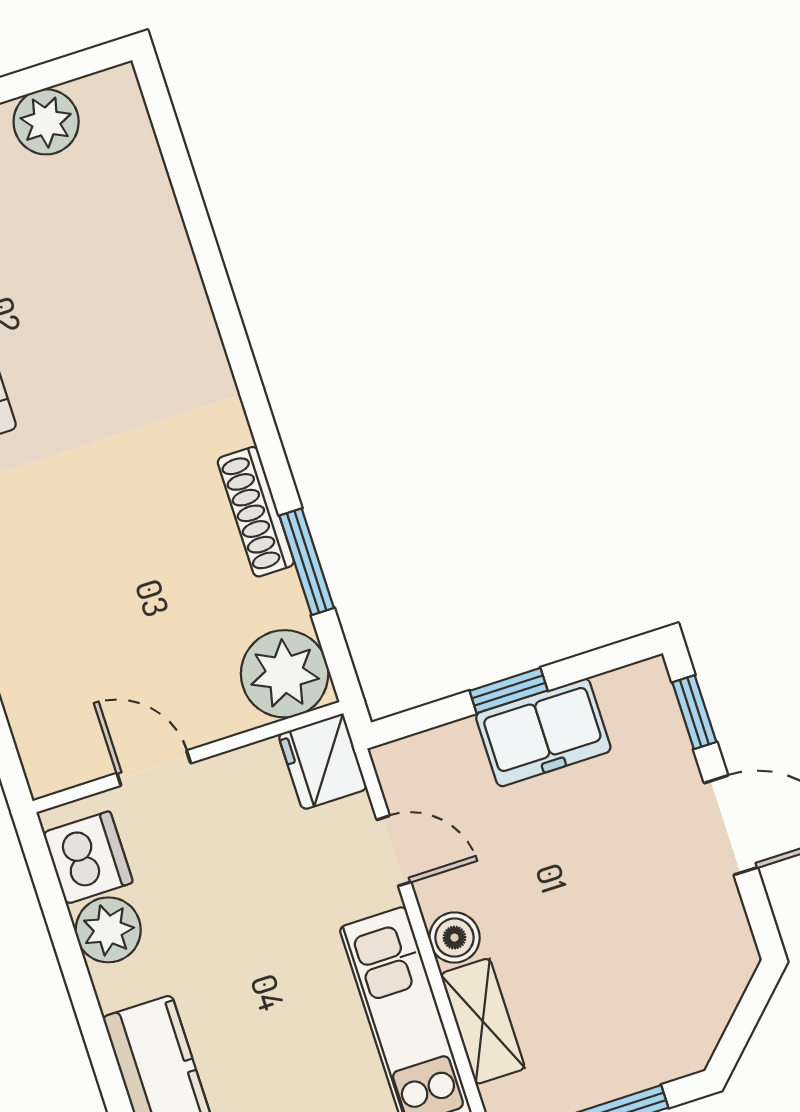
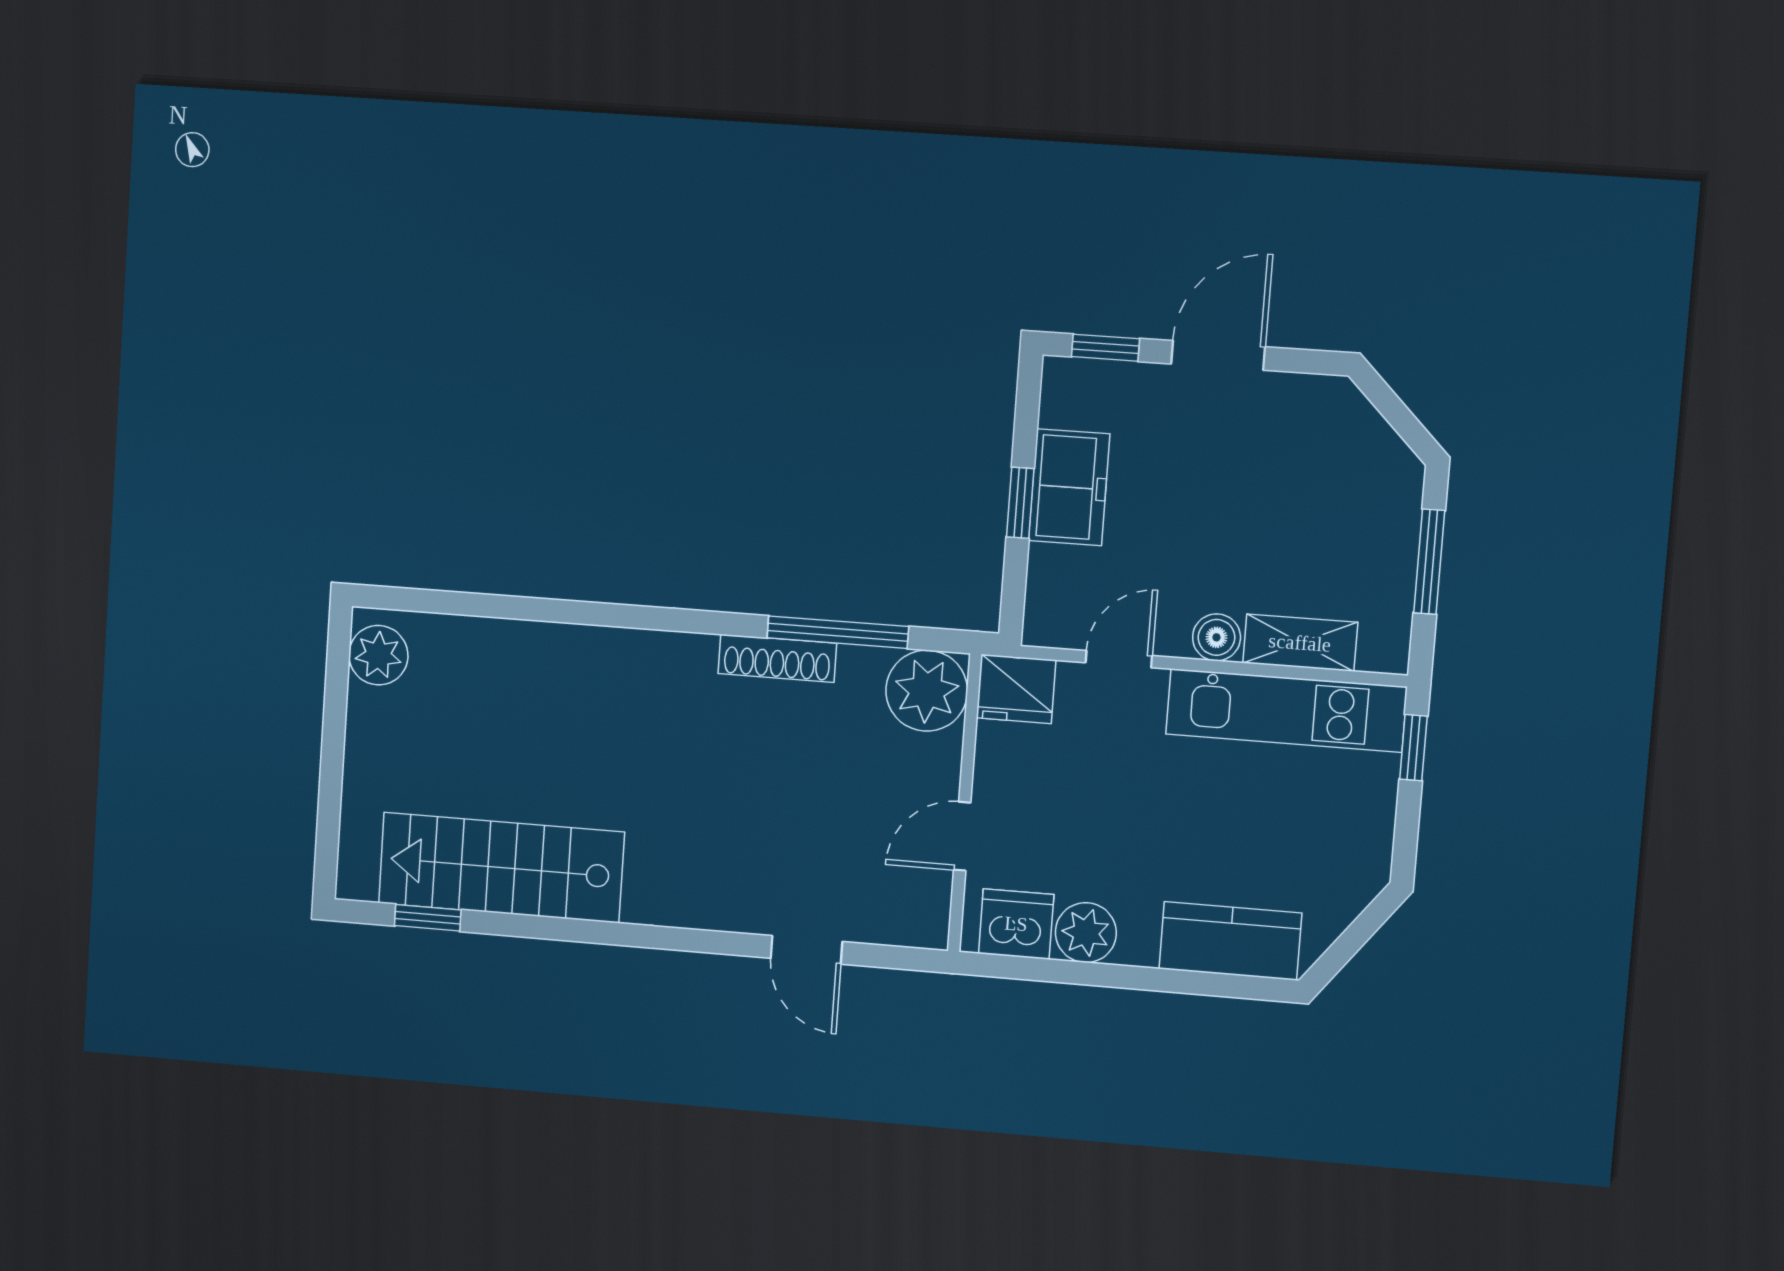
plant: (46, 122) -> (378, 655), moved
window: (307, 562) -> (838, 632), width x1.44

